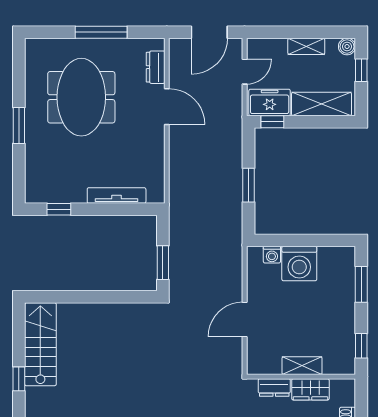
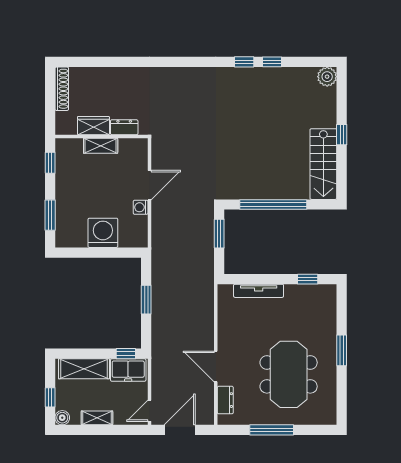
door: (245, 72) -> (149, 411), moved
washing machine: (272, 255) -> (141, 207), moved, turned -90
window: (99, 297) -> (273, 204), added

